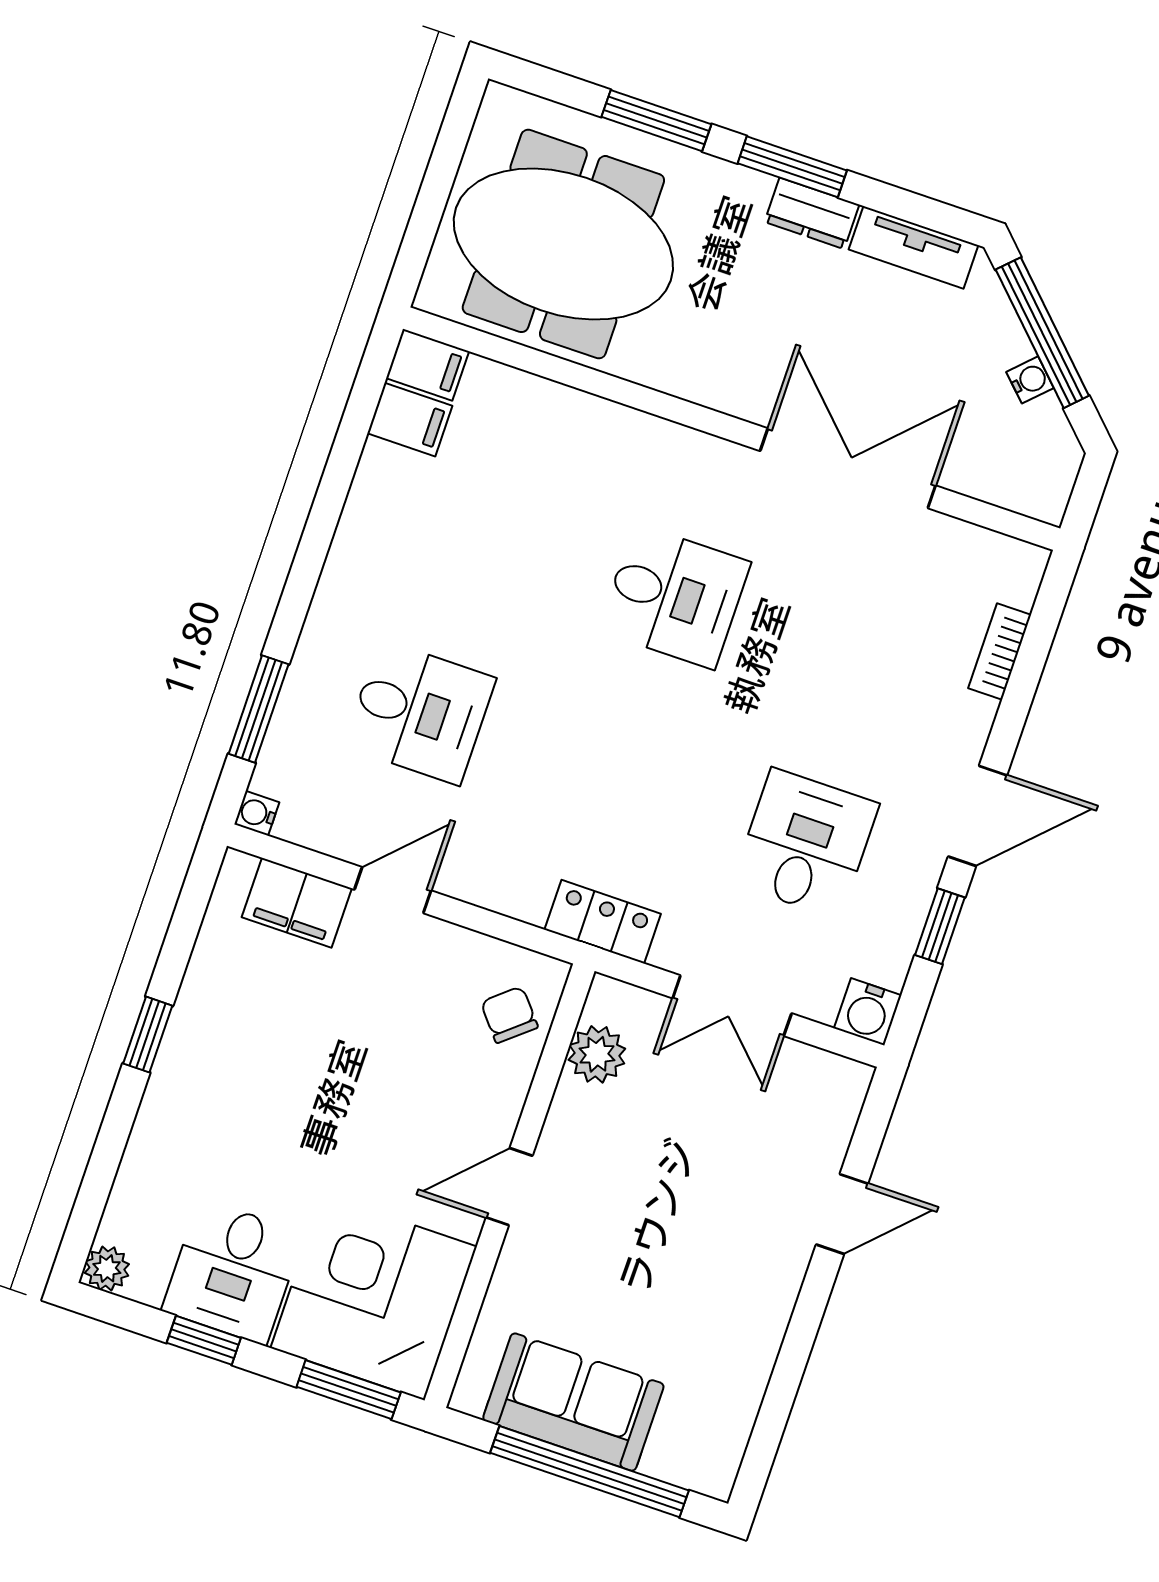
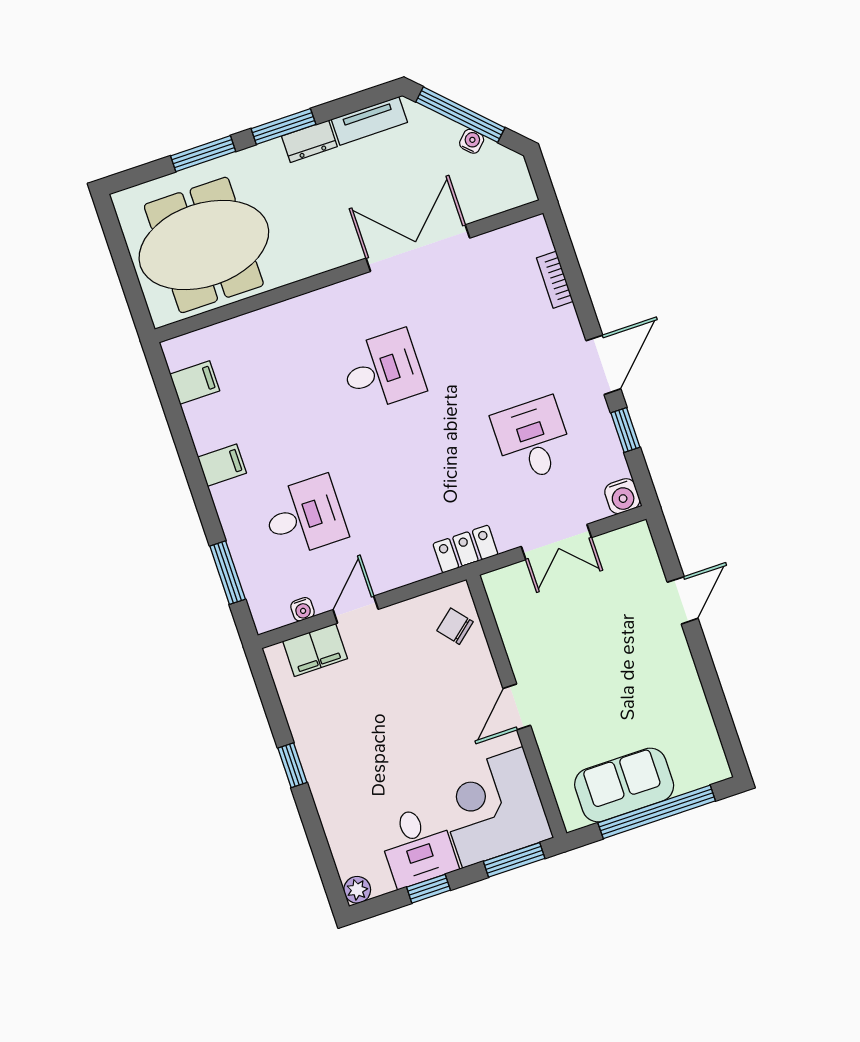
filing cabinet: (428, 365) -> (222, 465), moved
water cooler: (257, 813) -> (303, 609), moved, turned -90
plant: (597, 1054) -> (510, 613), removed

